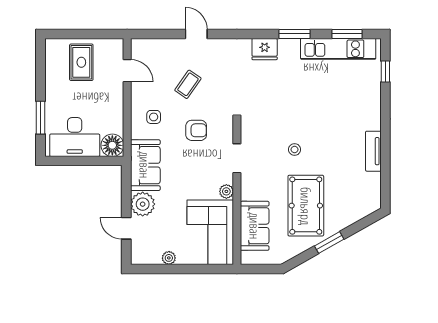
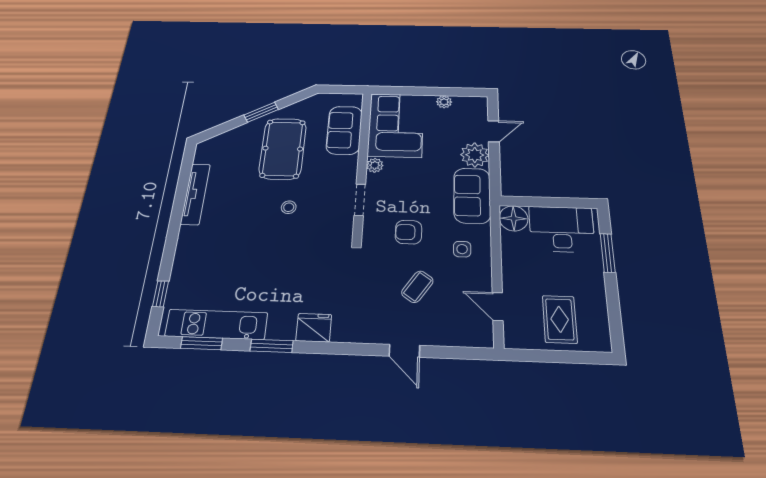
tv unit: (373, 151) -> (195, 194), width x1.41
door: (126, 228) -> (494, 131), hinge flipped

